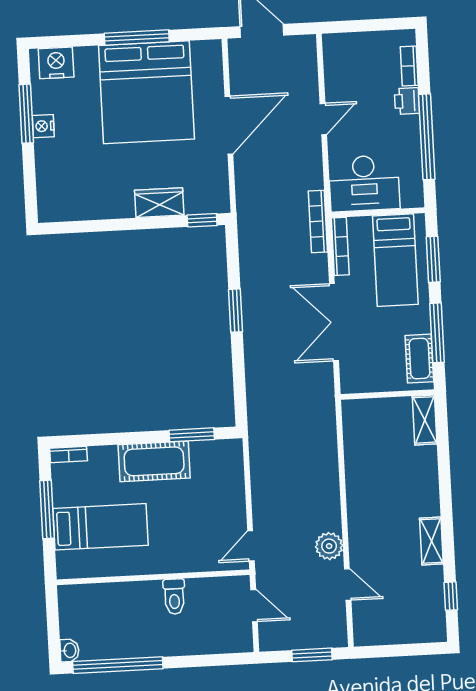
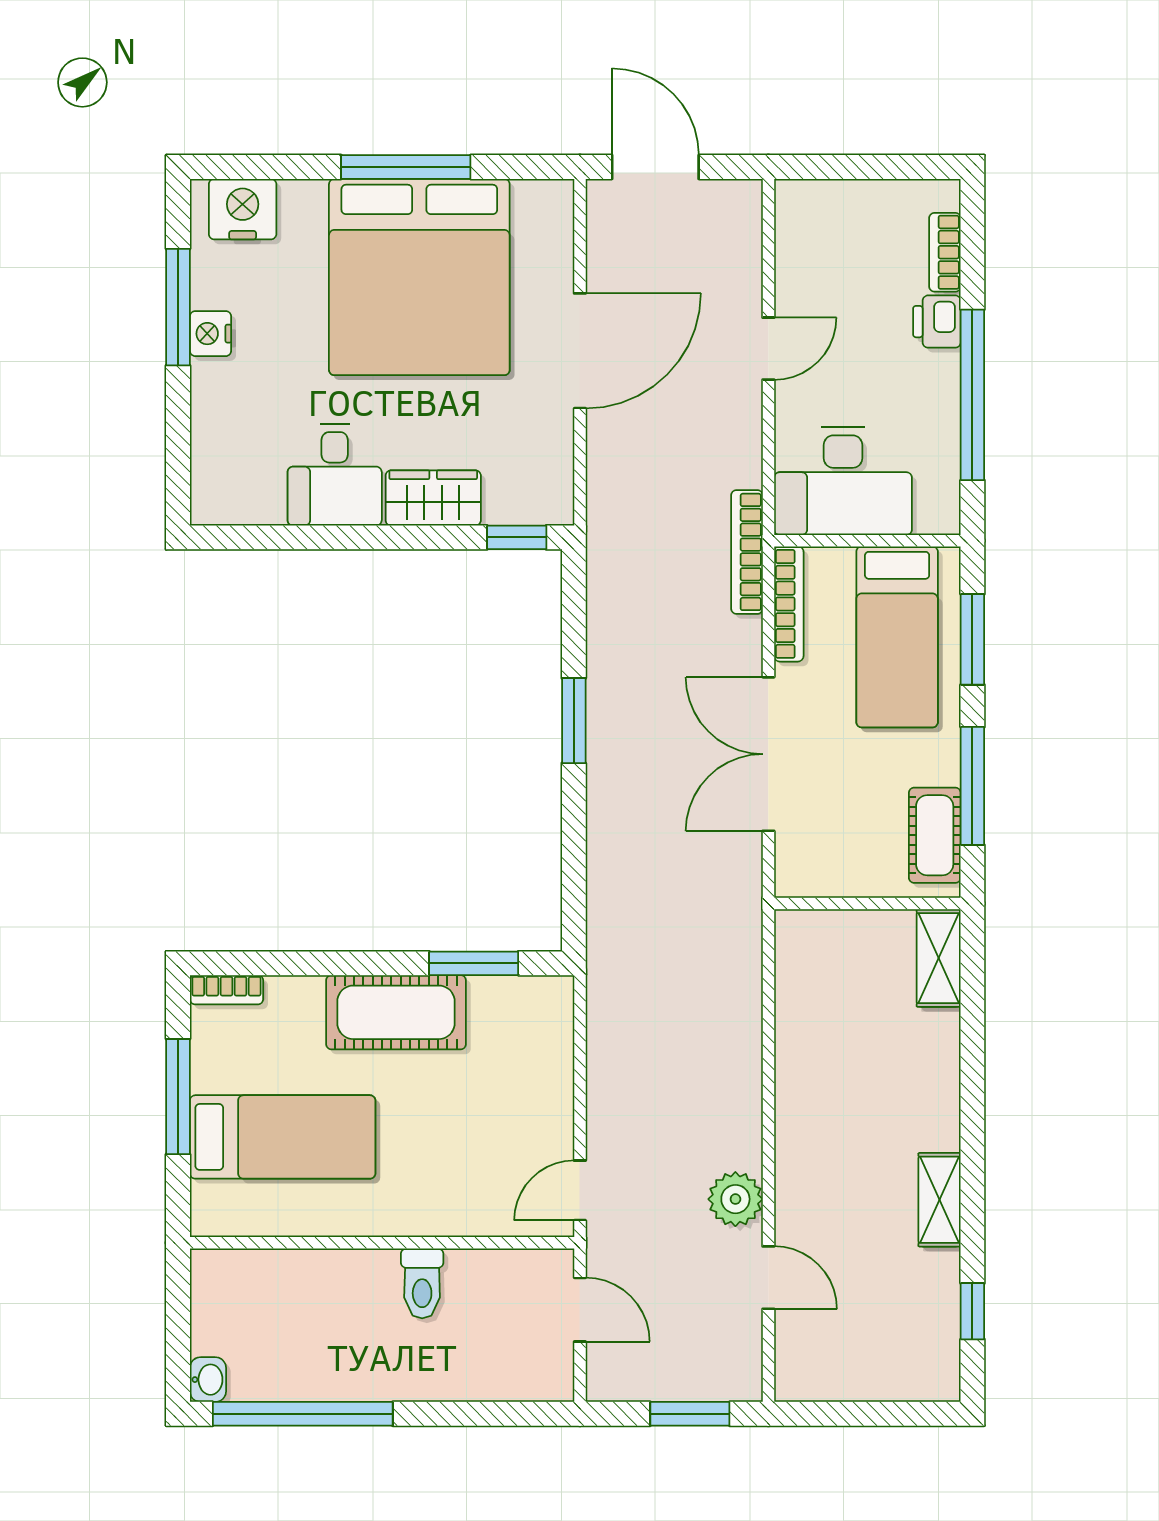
desk: (109, 194) -> (335, 475), added

